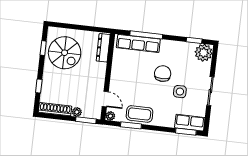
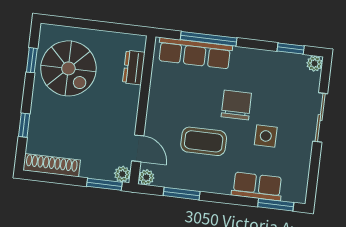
dresser: (103, 48) -> (134, 68), width x0.70
plant: (204, 53) -> (314, 64), width x0.53, depth x0.53
sliding door: (210, 91) -> (320, 117), moved
plant: (77, 112) -> (122, 174), moved
coffee table: (139, 114) -> (204, 141), moved
row of seats: (190, 123) -> (257, 186), moved

